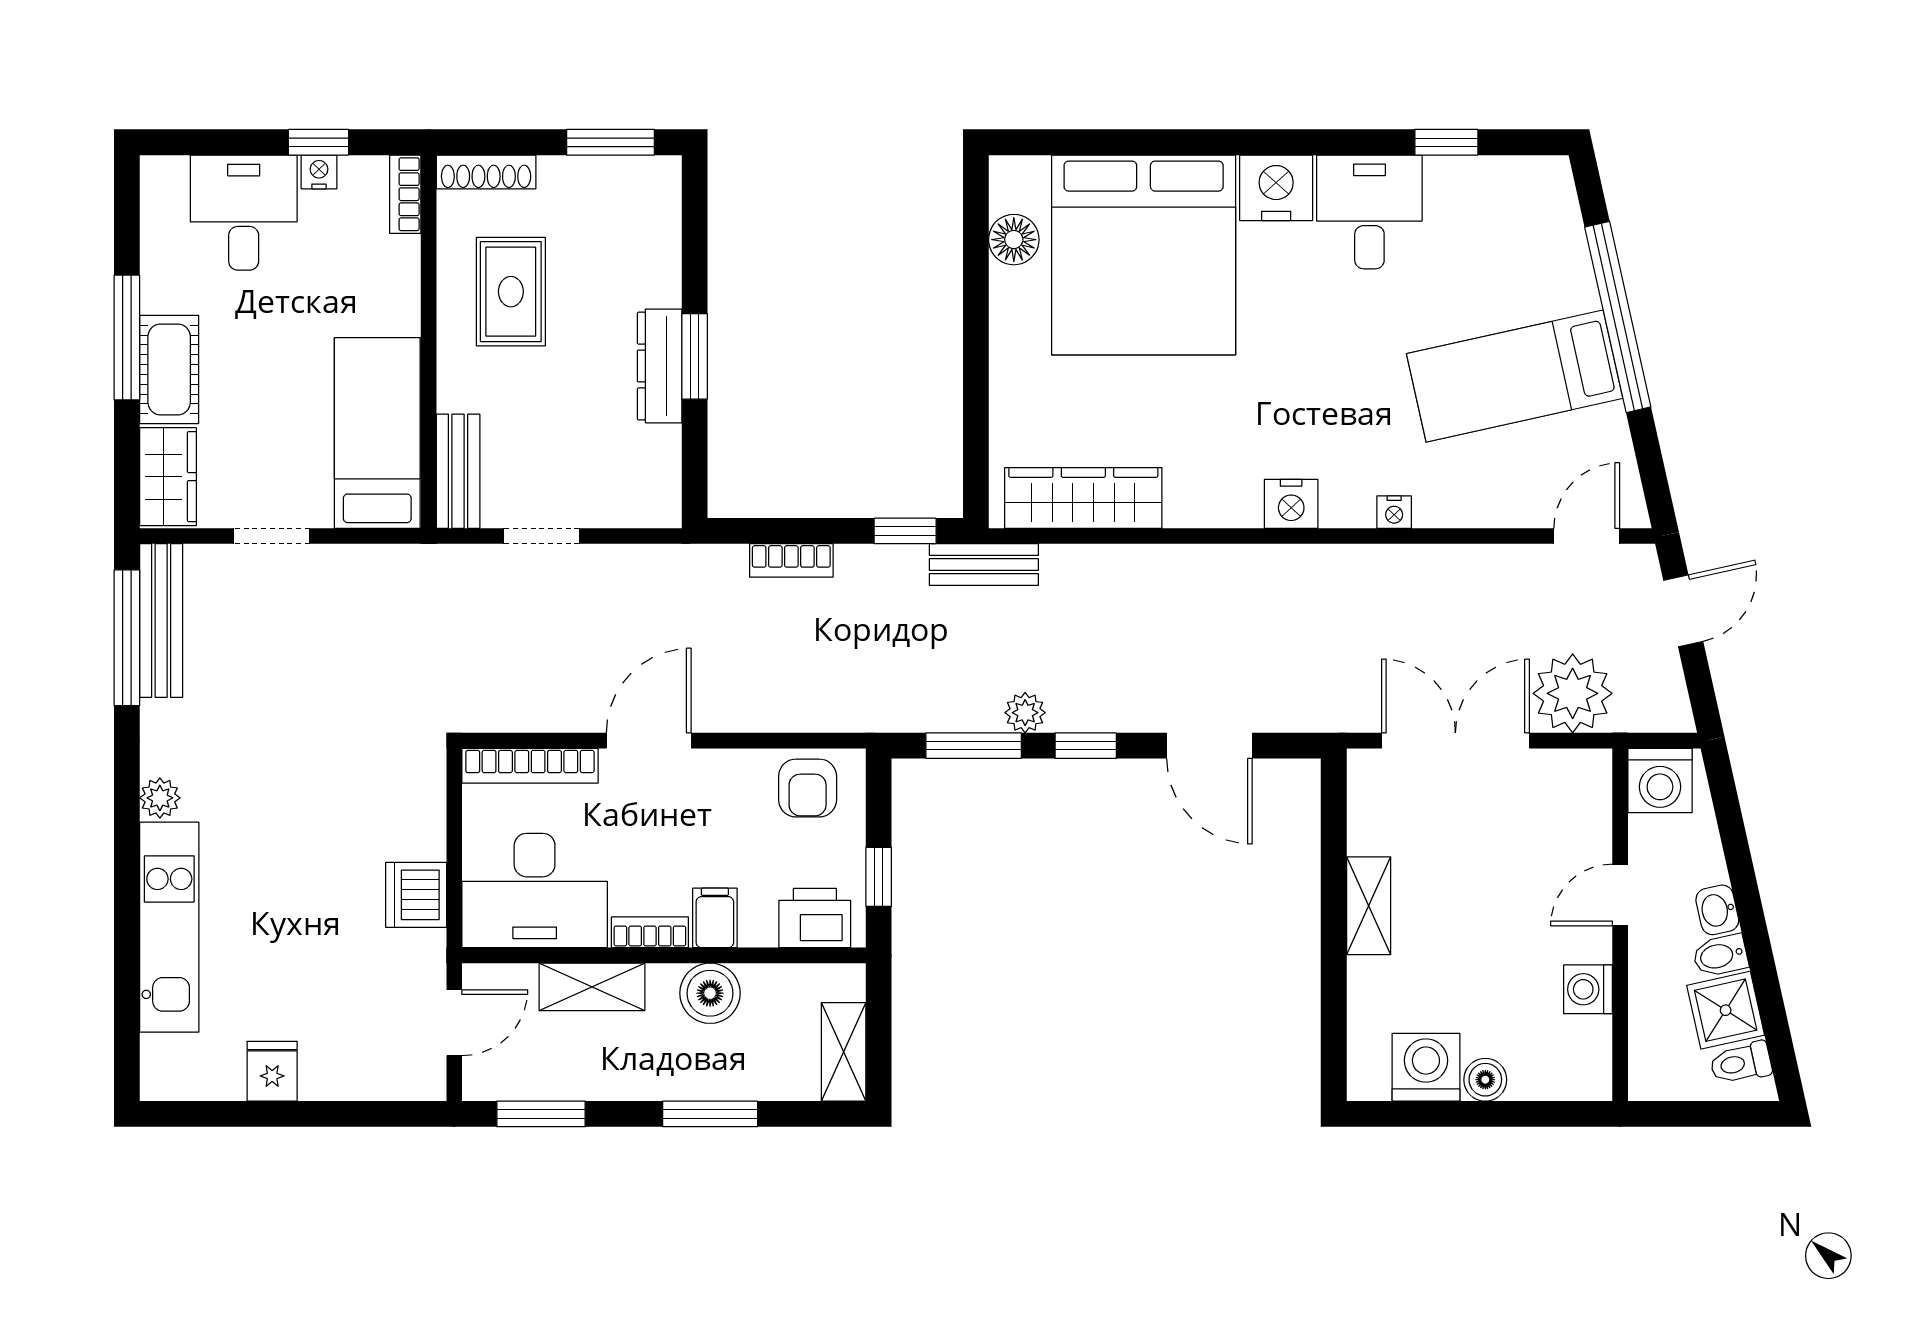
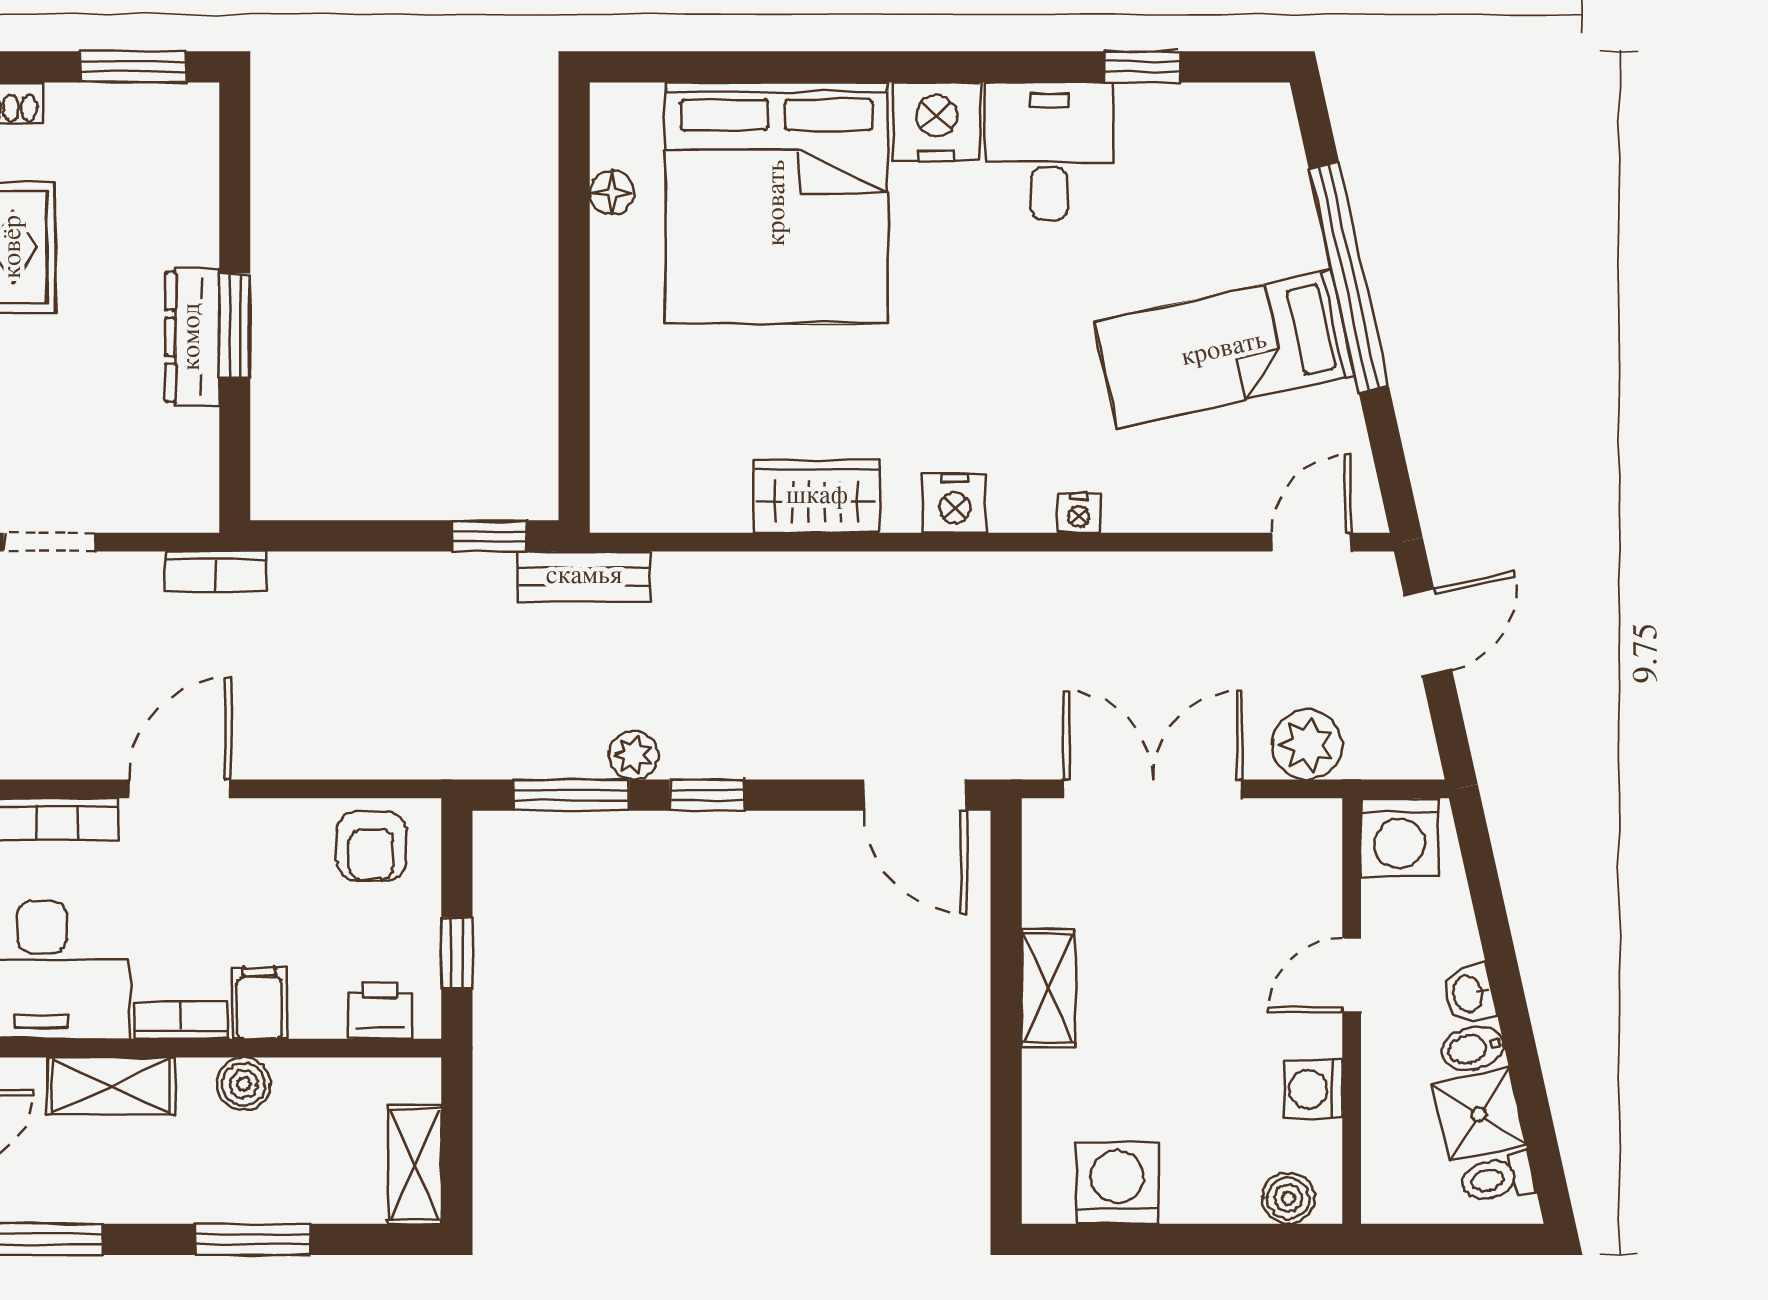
floor lamp: (1014, 240) -> (612, 193), width x0.73, depth x0.73
wardrobe: (1083, 498) -> (817, 496), moved, width x0.67
bookcase: (791, 560) -> (216, 572), moved
plant: (1573, 693) -> (1307, 745), width x0.73, depth x0.73
door: (1209, 746) -> (915, 795), moved
printer: (815, 918) -> (380, 1010), width x0.73, depth x0.81
boiler: (710, 993) -> (244, 1084), width x0.73, depth x0.73
boiler: (1485, 1080) -> (1288, 1198), moved

